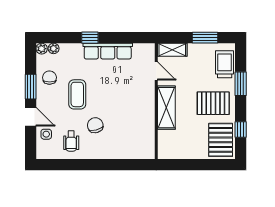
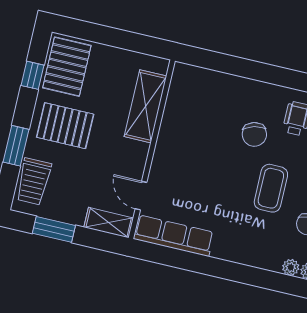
window: (90, 38) -> (231, 271), removed
row of seats: (108, 51) -> (174, 236), moved
shelving: (166, 108) -> (145, 106), moved

